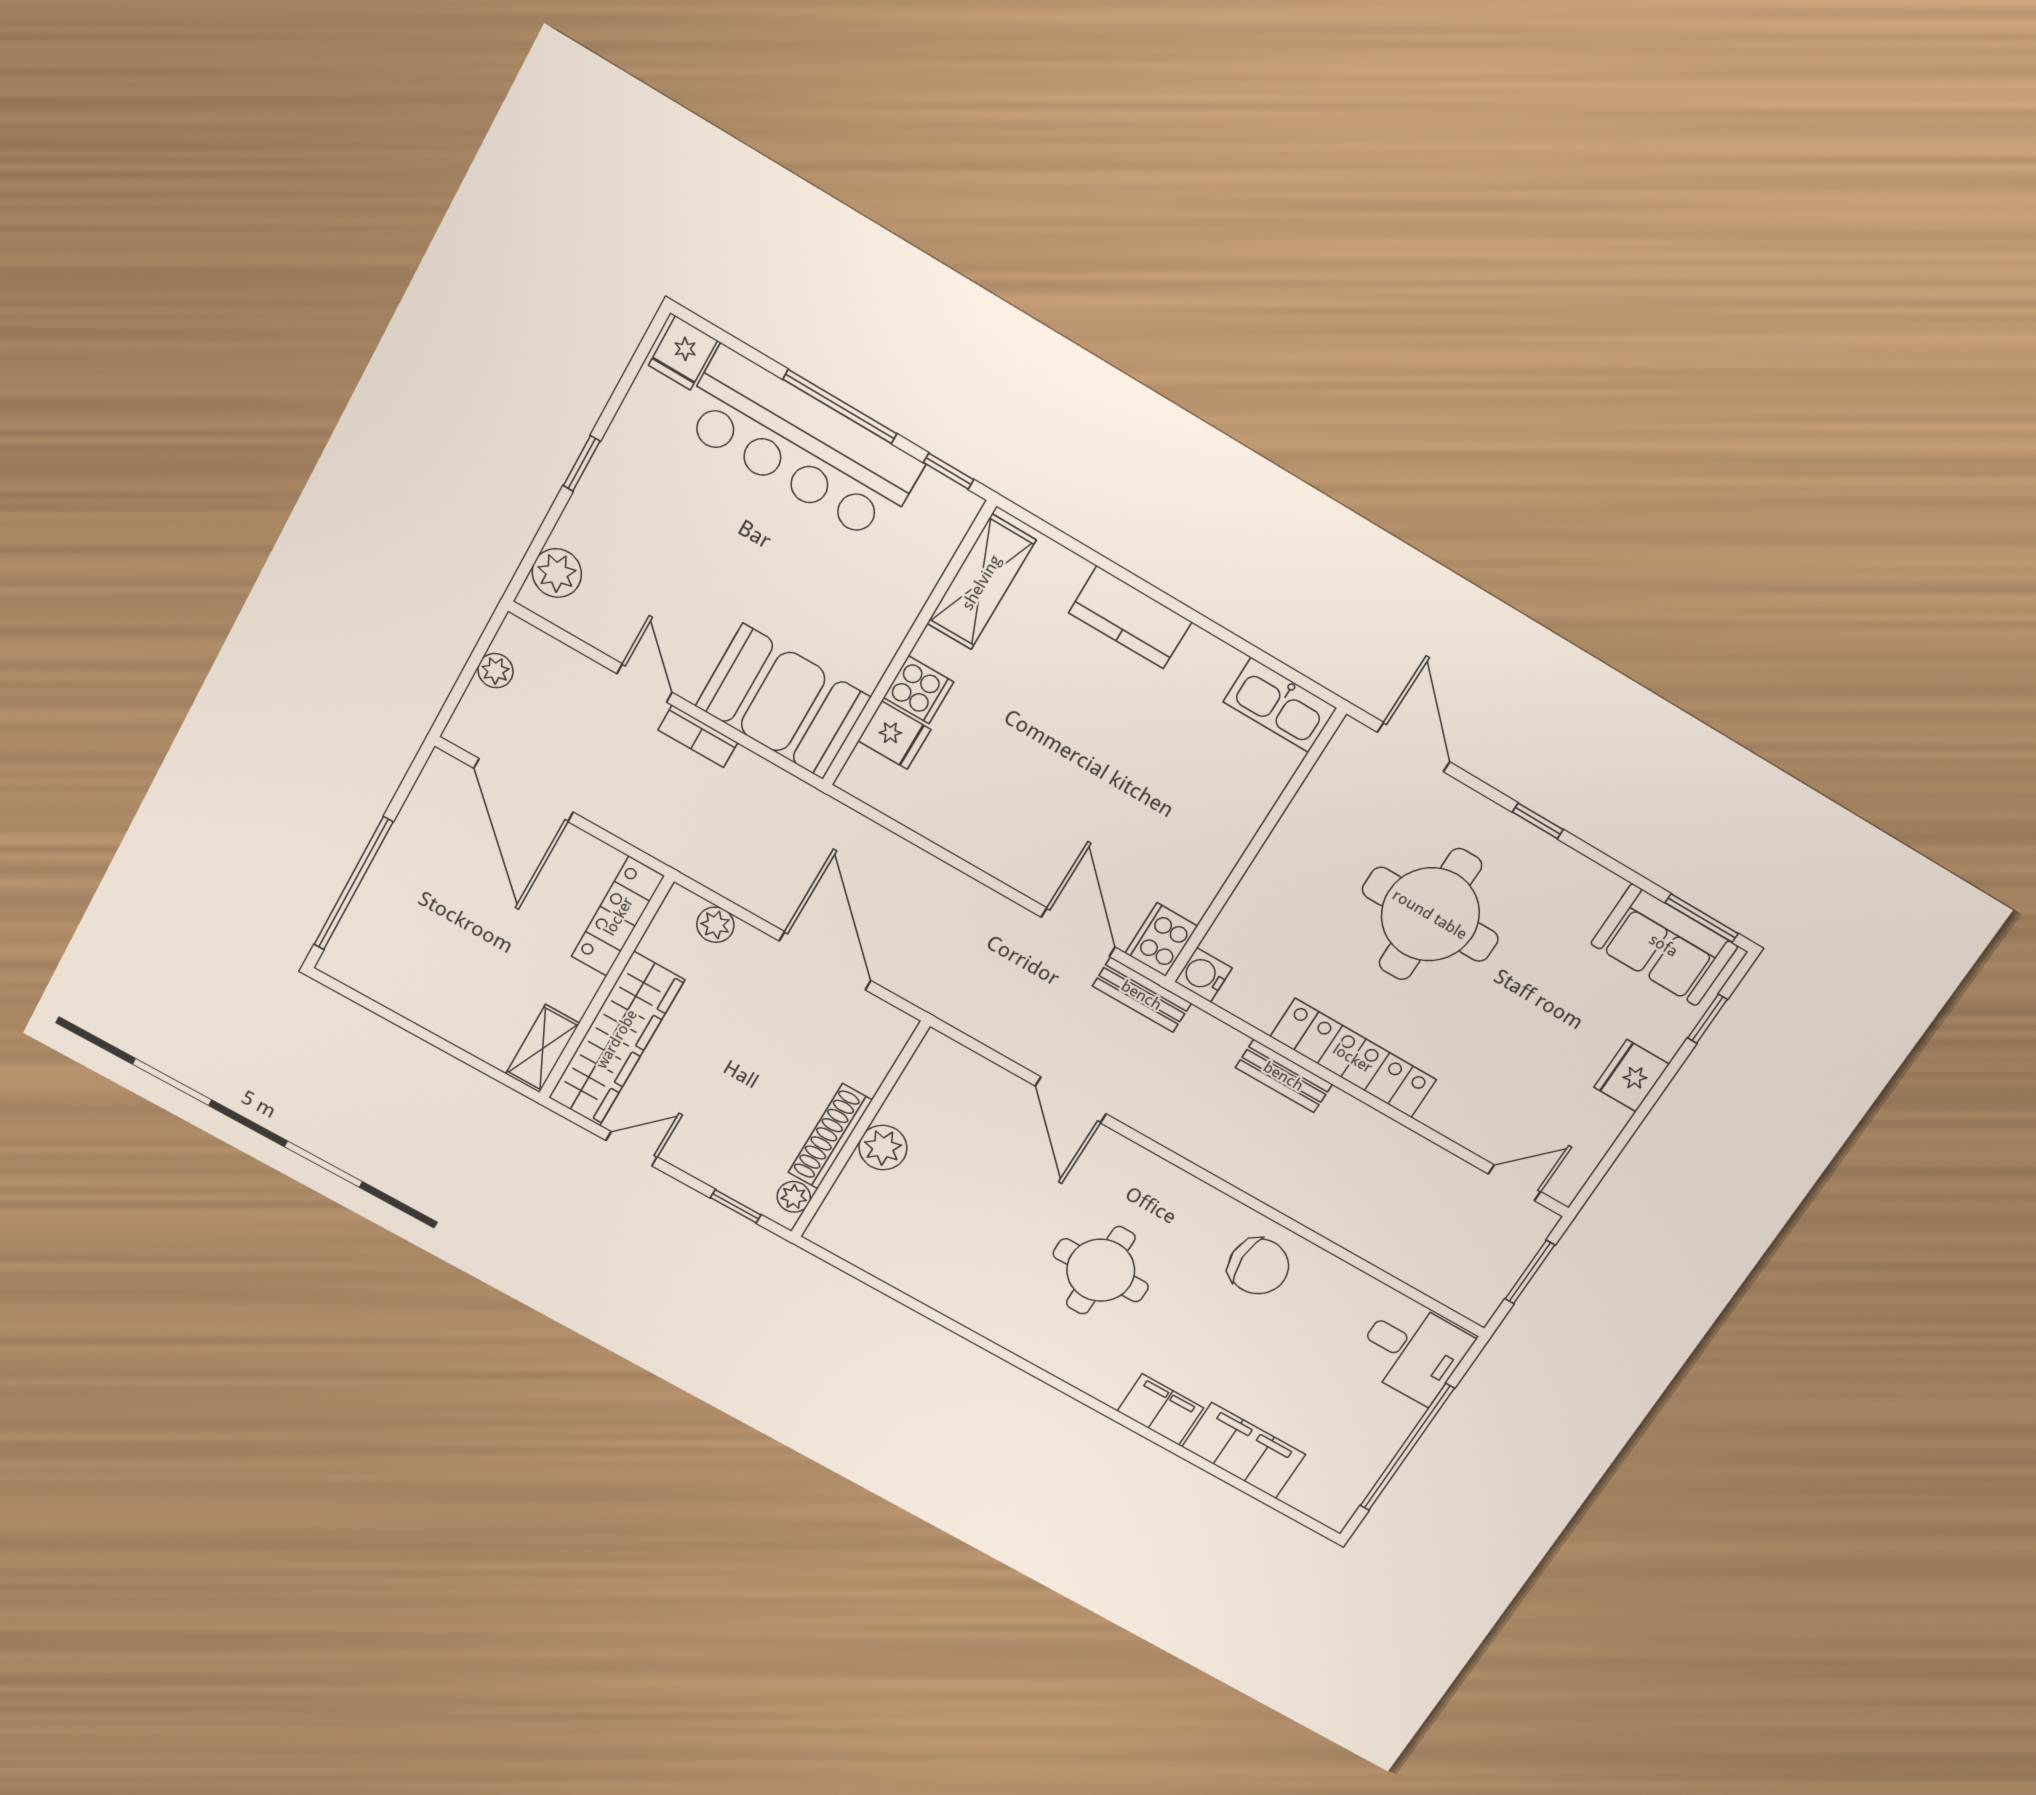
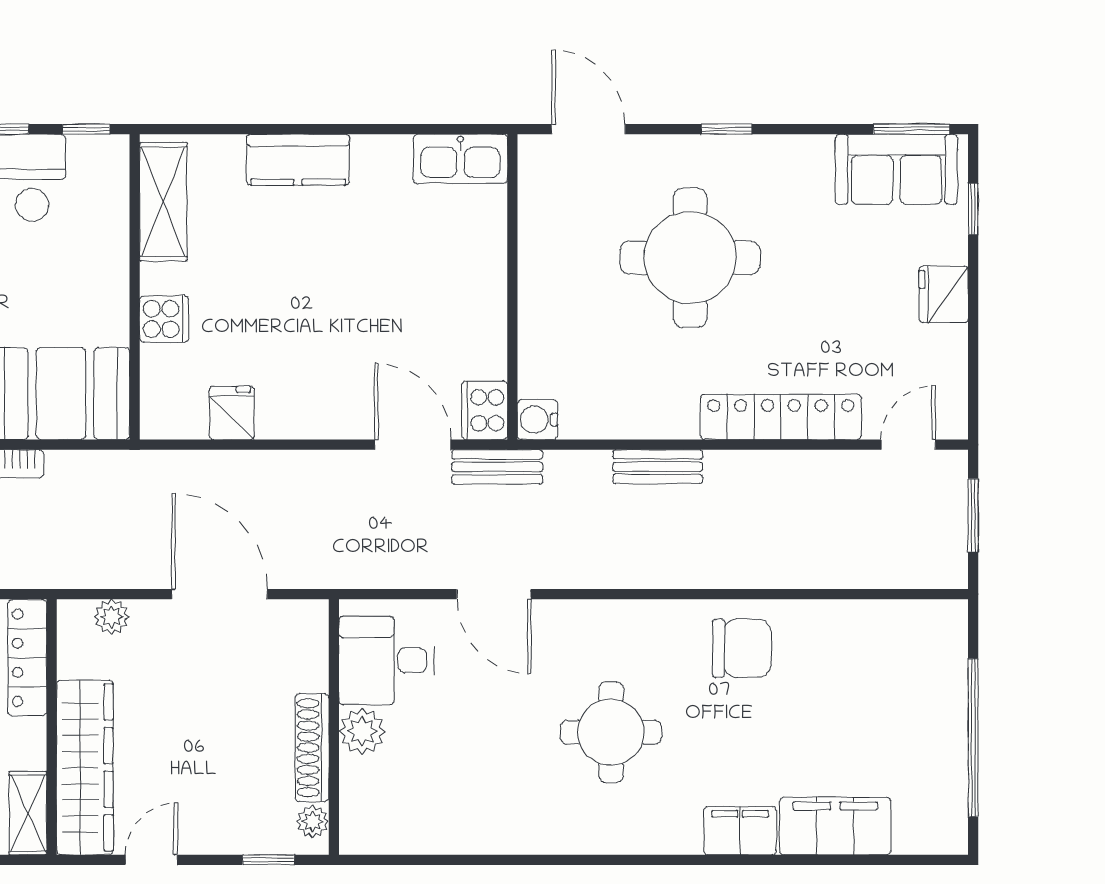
fridge: (894, 735) -> (232, 413), moved, turned -90
locker: (1353, 1058) -> (781, 417), moved
desk: (1412, 1351) -> (386, 661), moved, turned 180

